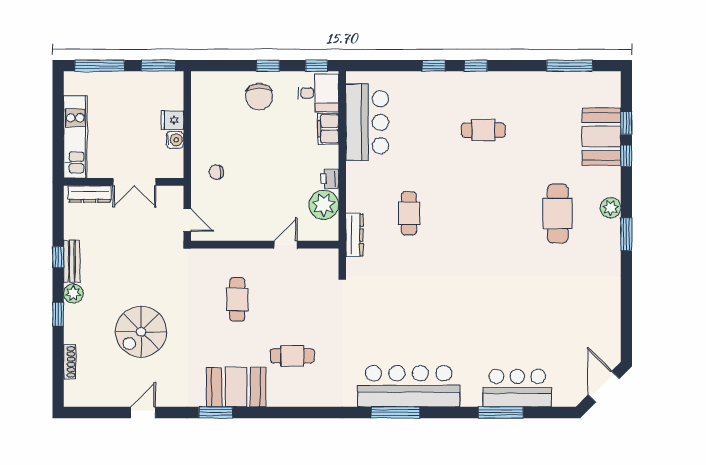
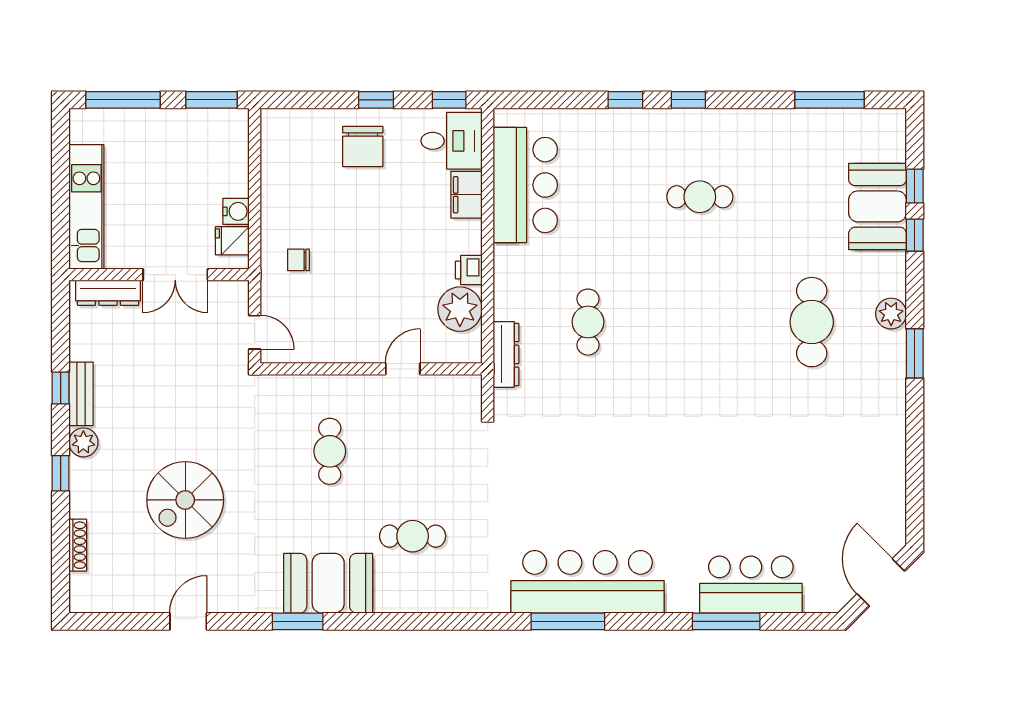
fridge: (172, 120) -> (232, 241), moved

